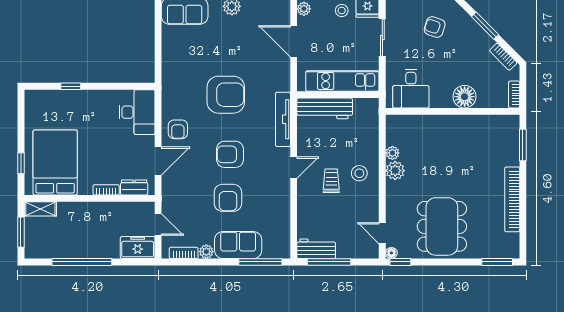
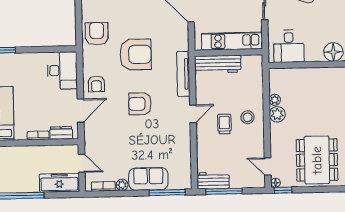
armchair: (228, 198) -> (97, 34), moved, turned 180
freezer: (138, 247) -> (59, 183), width x1.40

